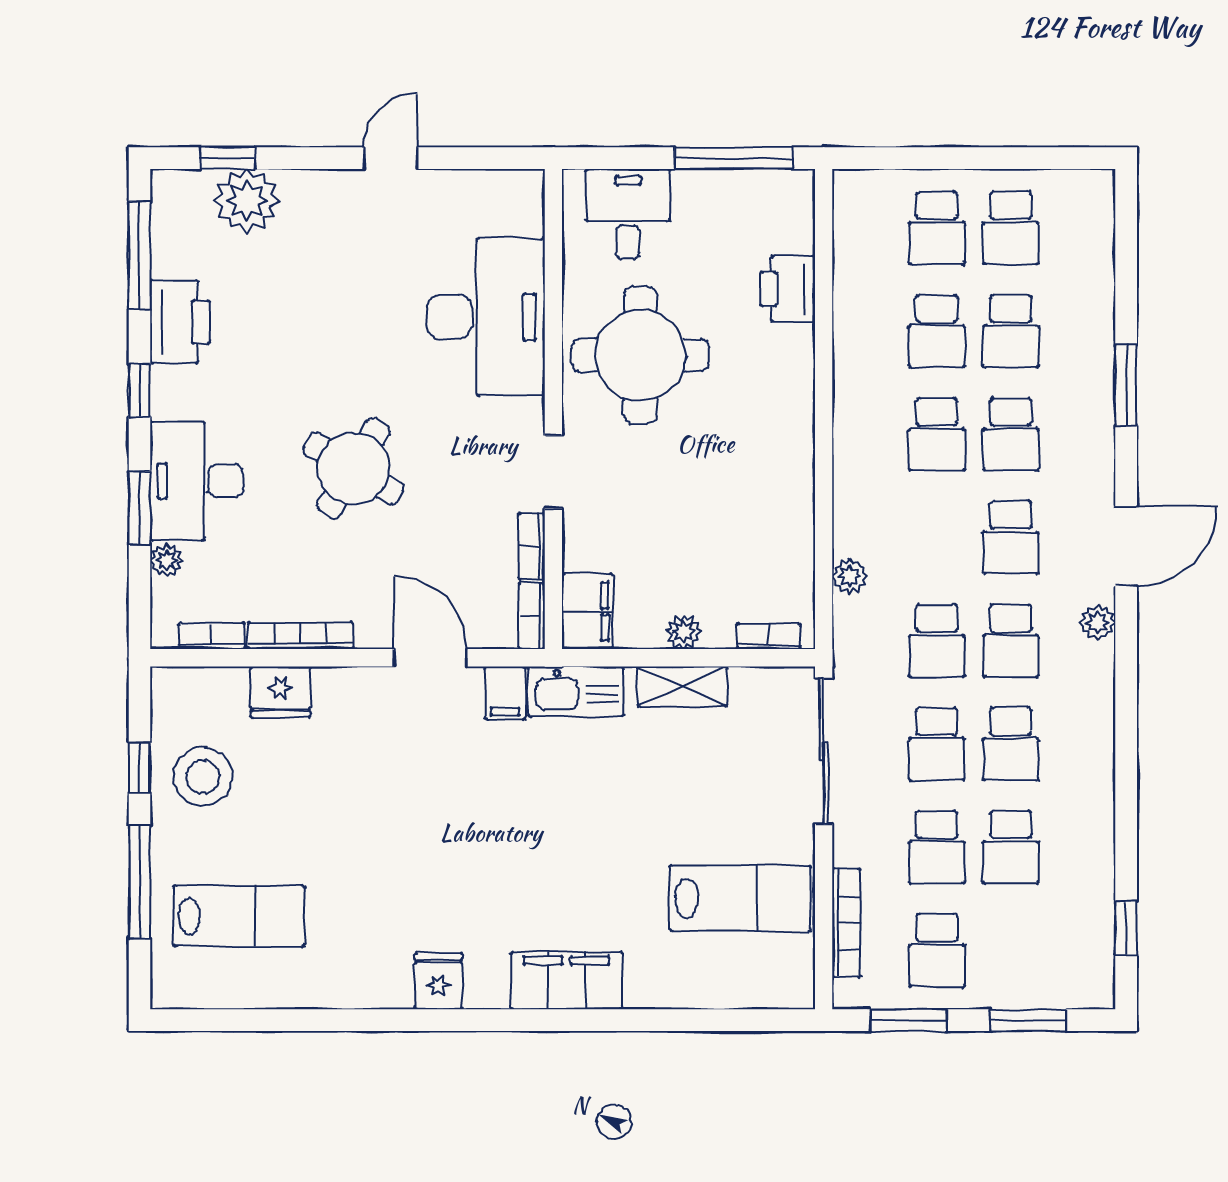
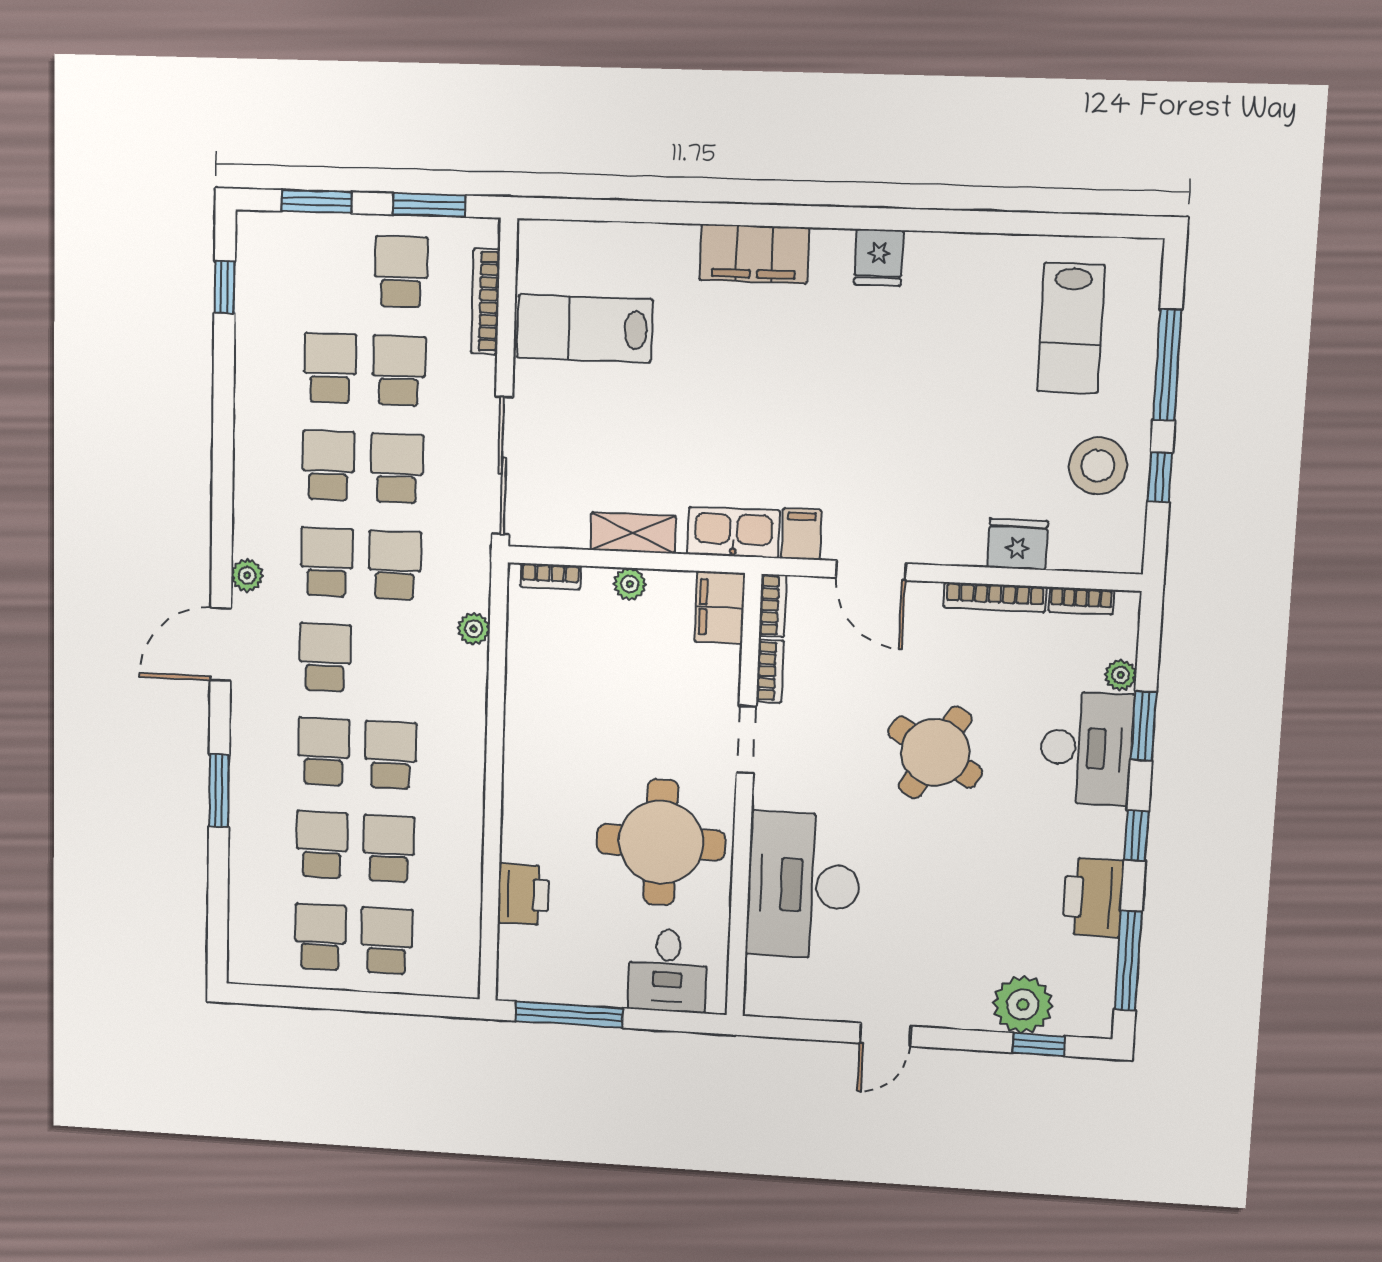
lab bench: (239, 916) -> (1071, 328), turned -90

